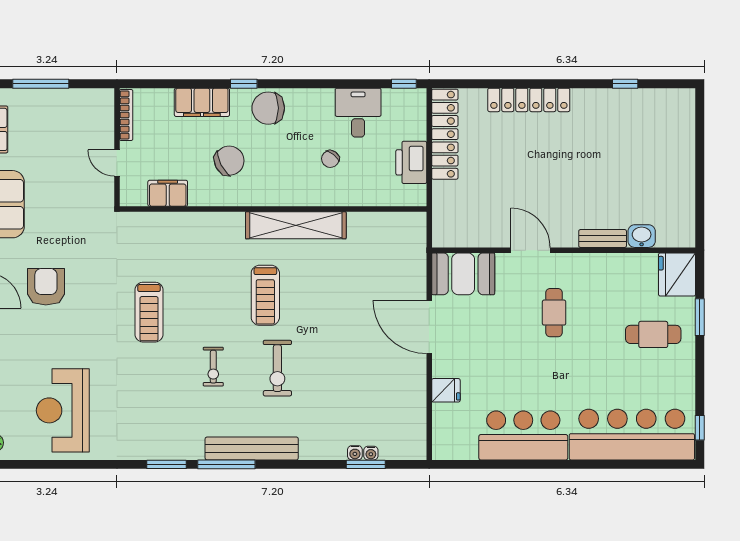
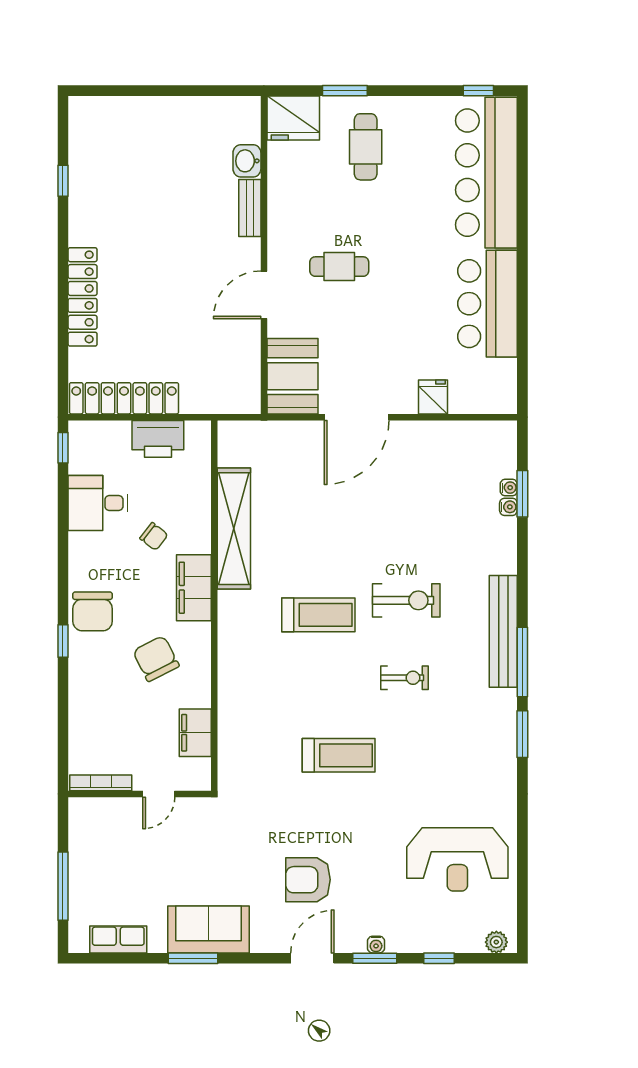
filing cabinet: (202, 102) -> (194, 588), moved, turned 180
shelving: (296, 225) -> (234, 529), moved

